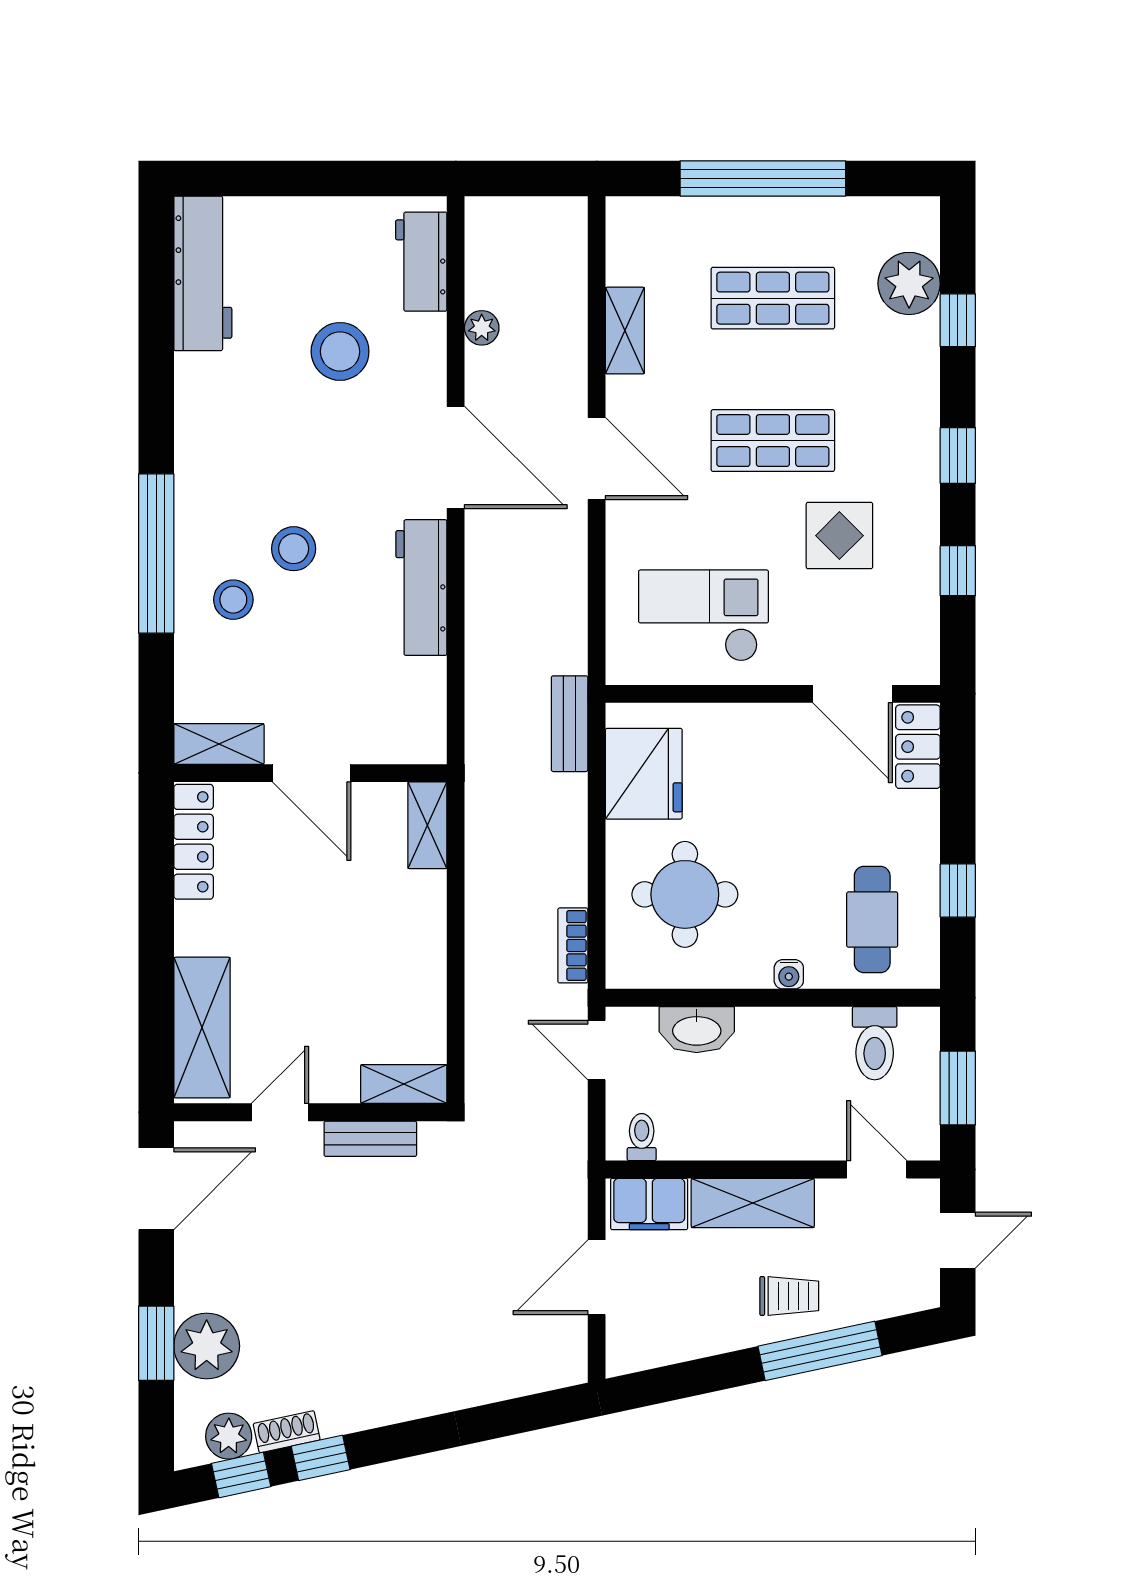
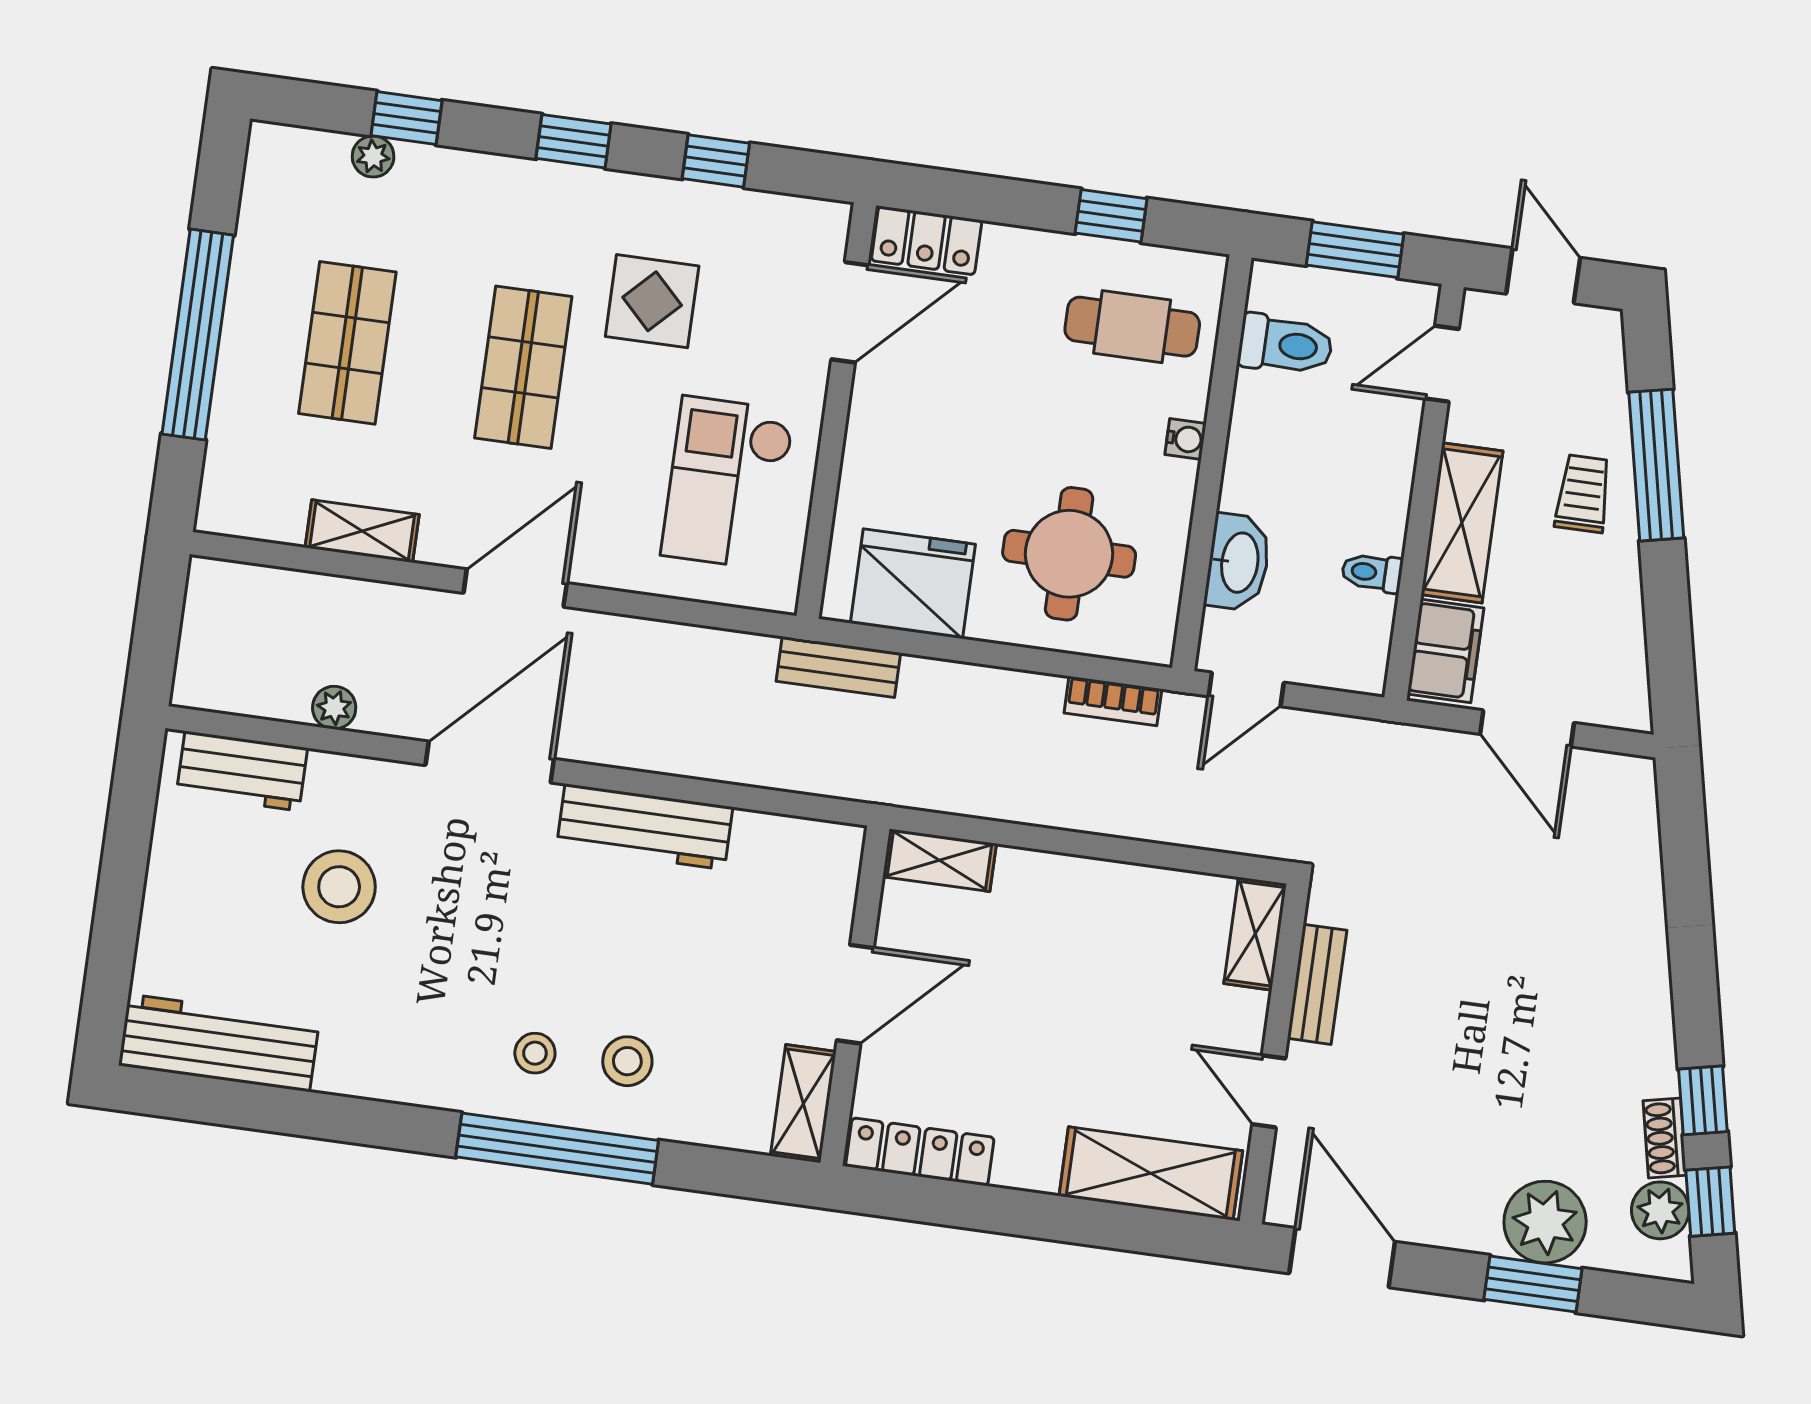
plant: (909, 283) -> (373, 156), width x0.53, depth x0.53
stool: (294, 549) -> (535, 1053), moved, width x0.73, depth x0.73
toilet: (642, 1137) -> (1372, 573), moved

